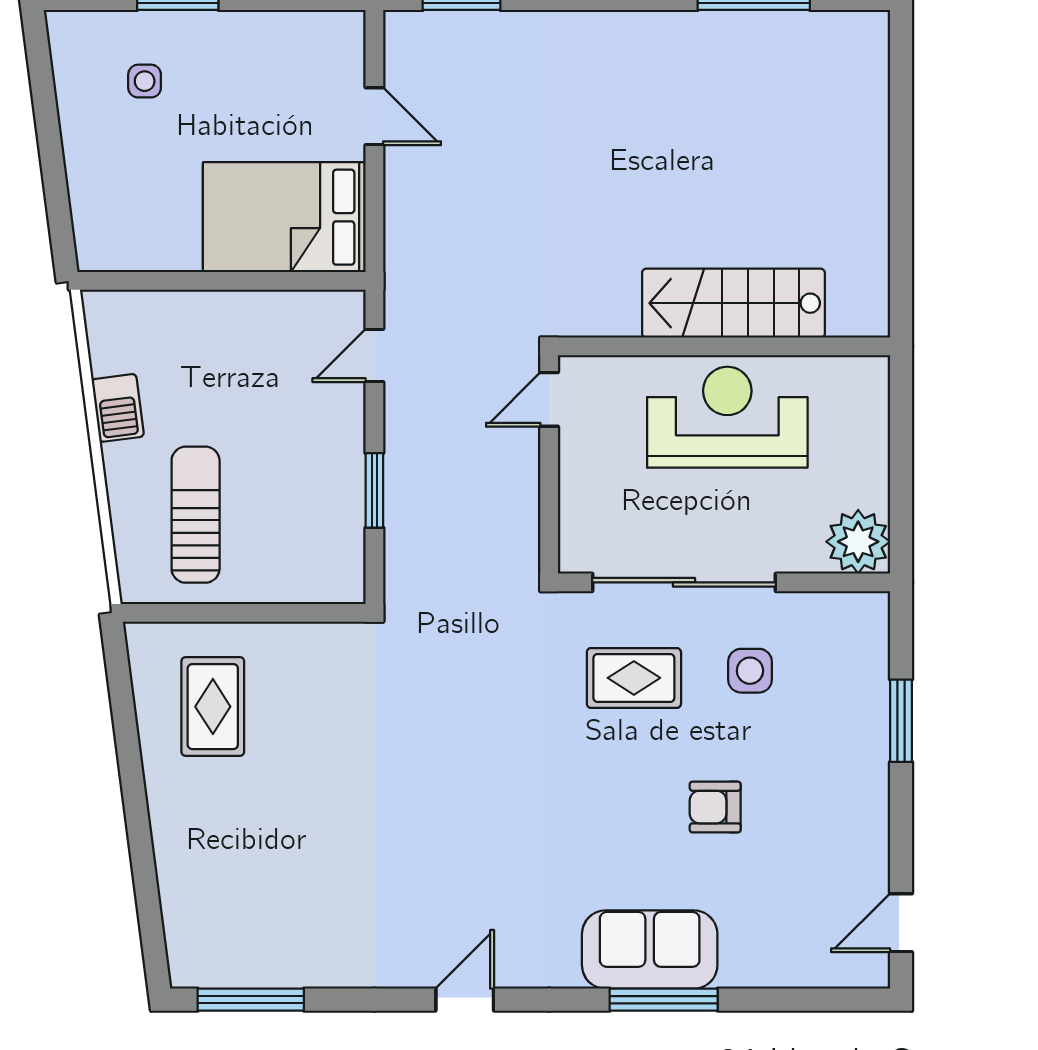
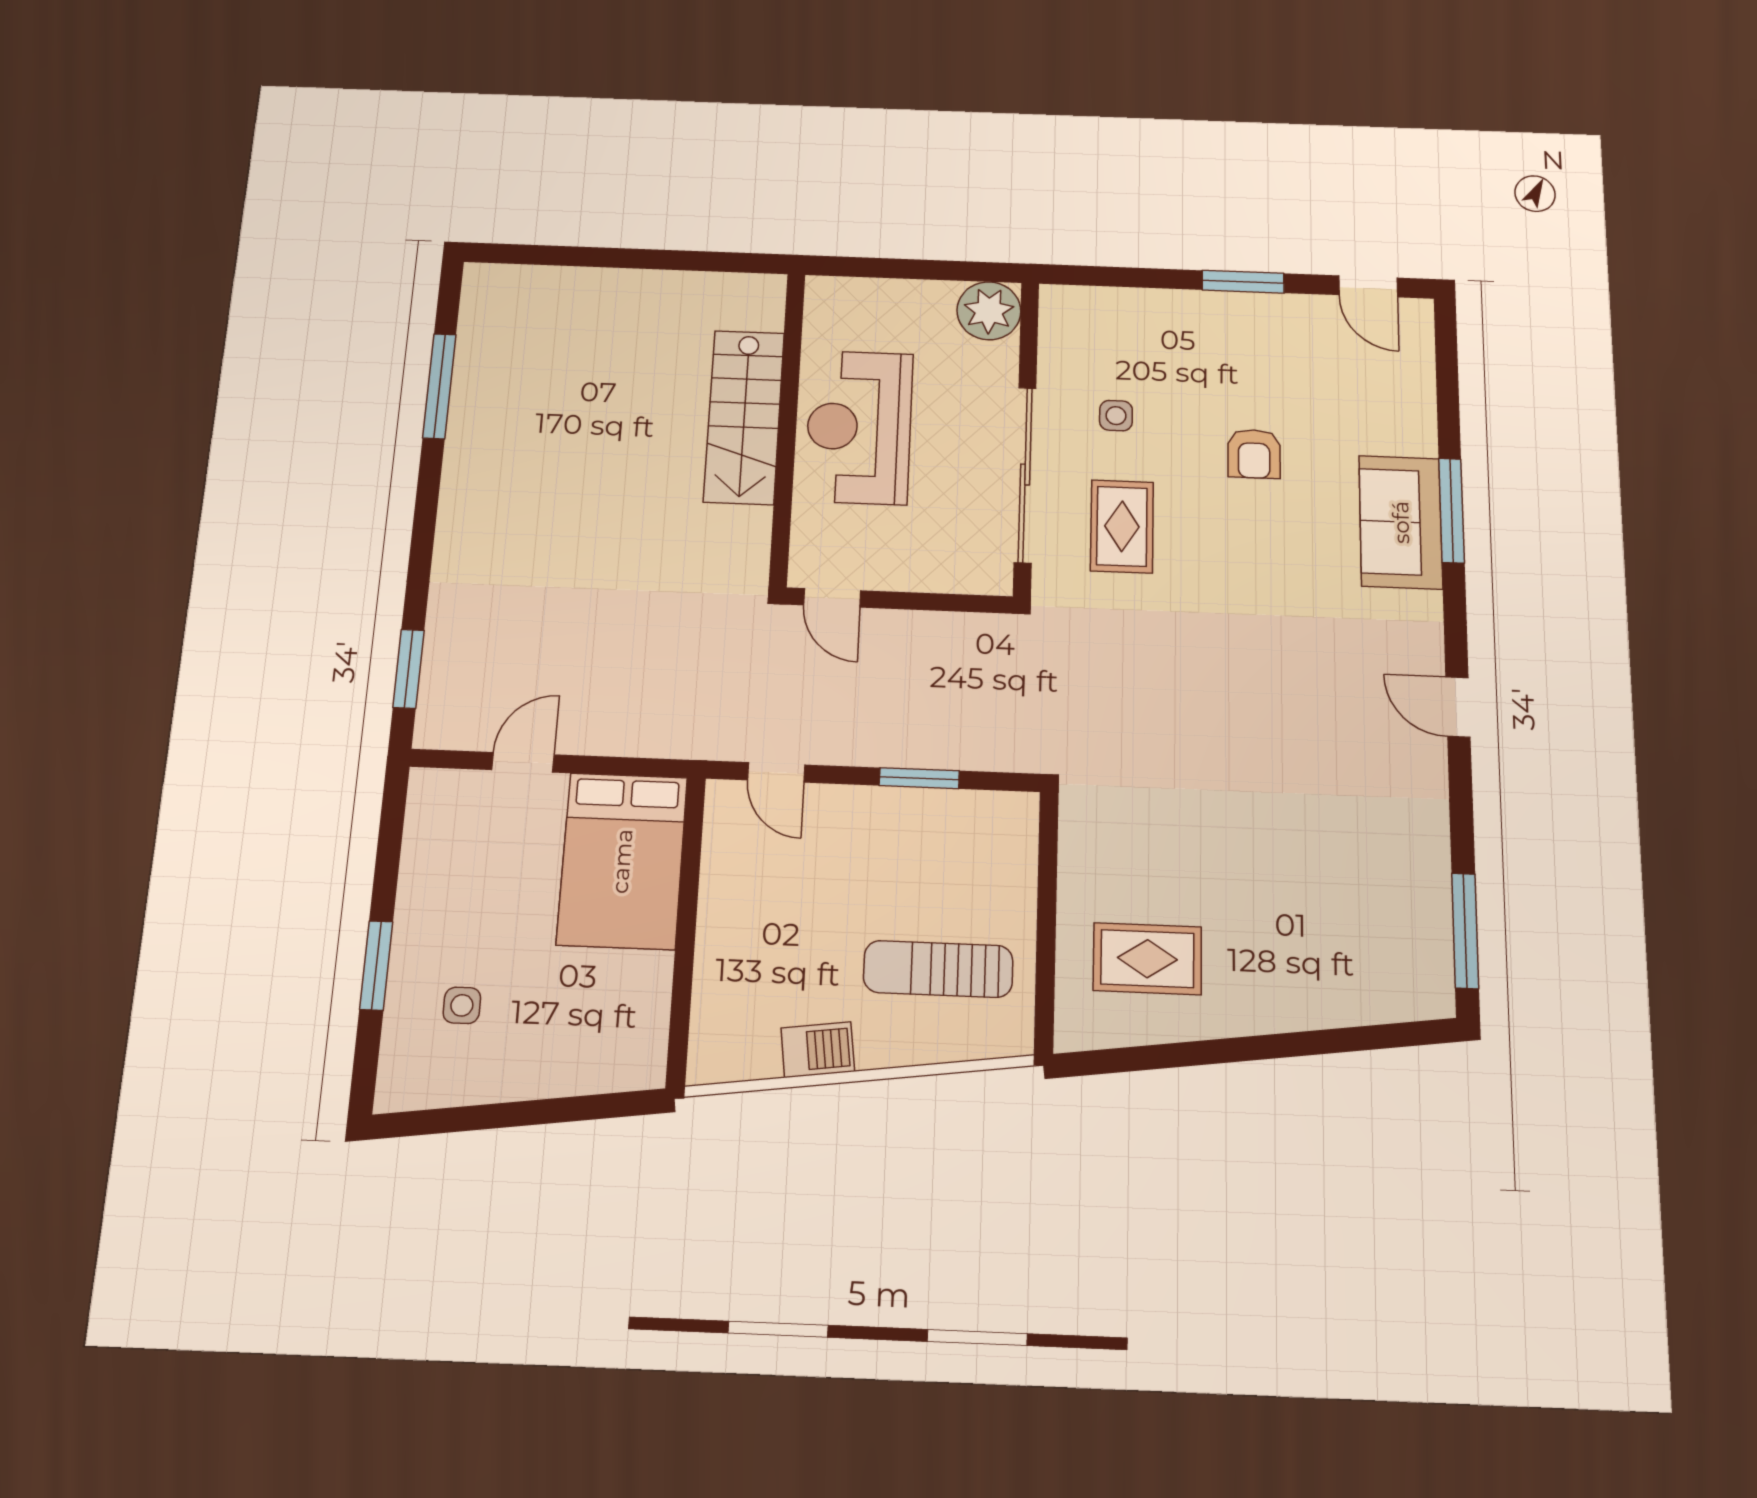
side table: (750, 671) -> (1116, 416), width x0.73, depth x0.73
window: (901, 721) -> (1243, 282), moved

